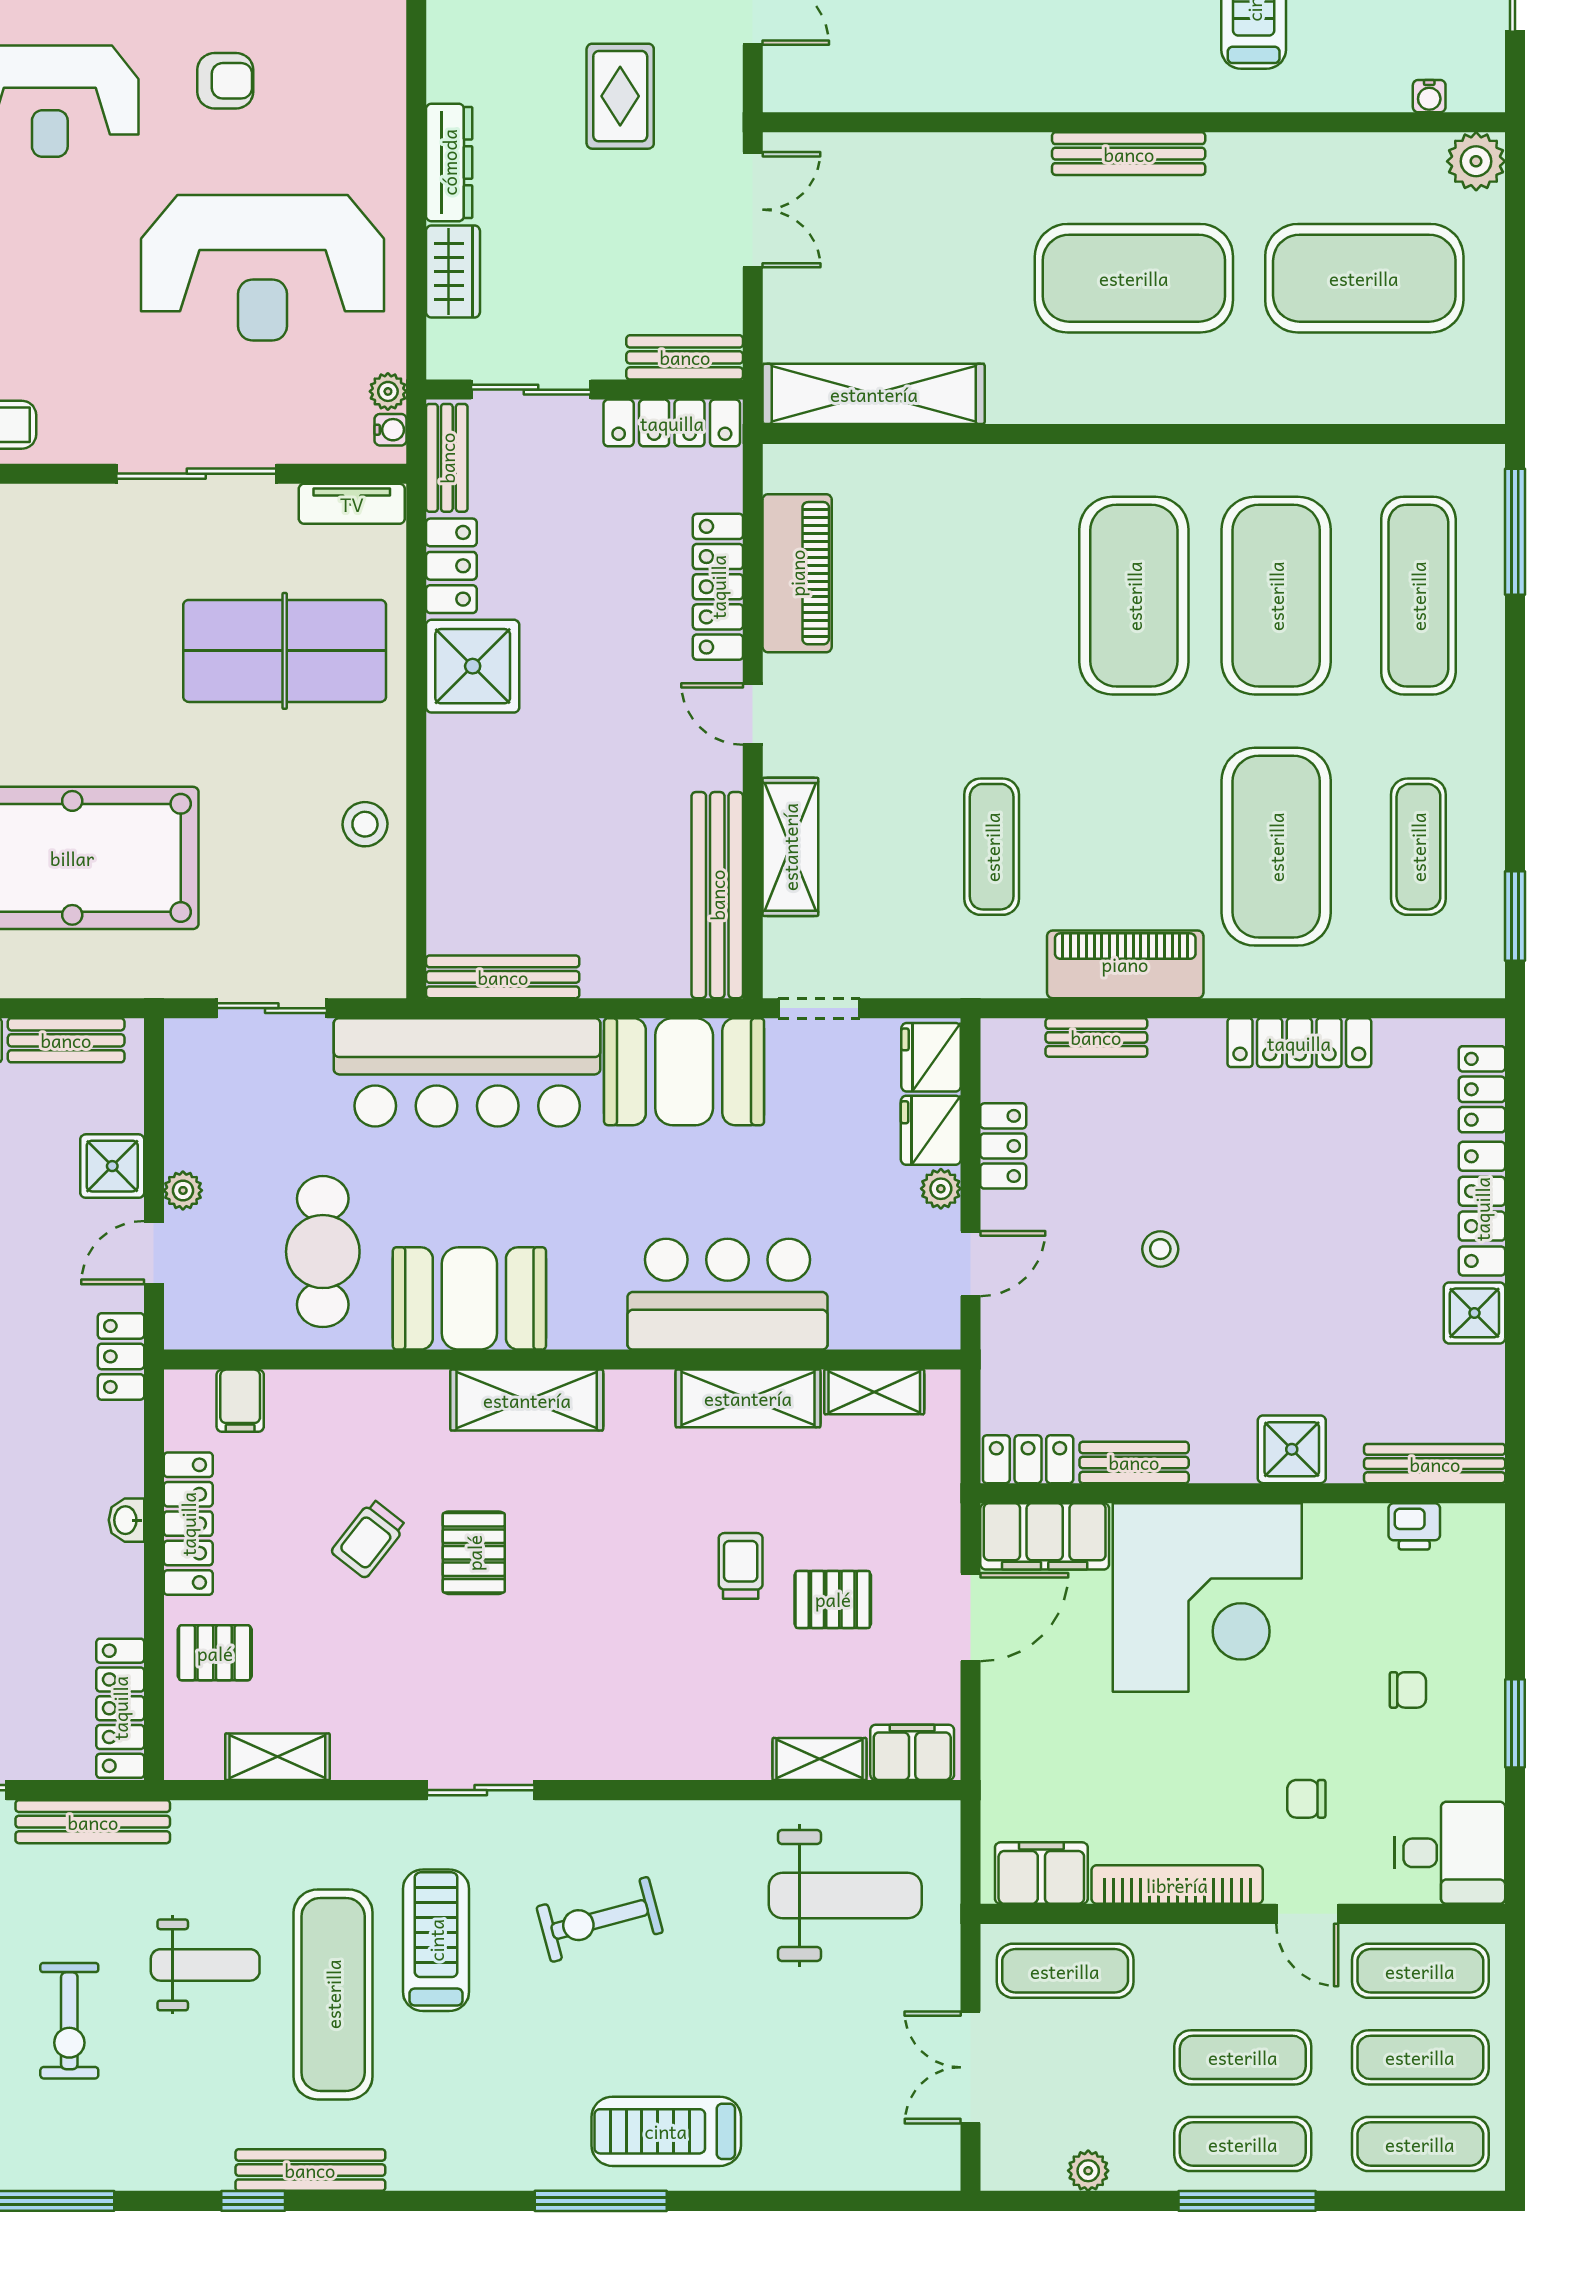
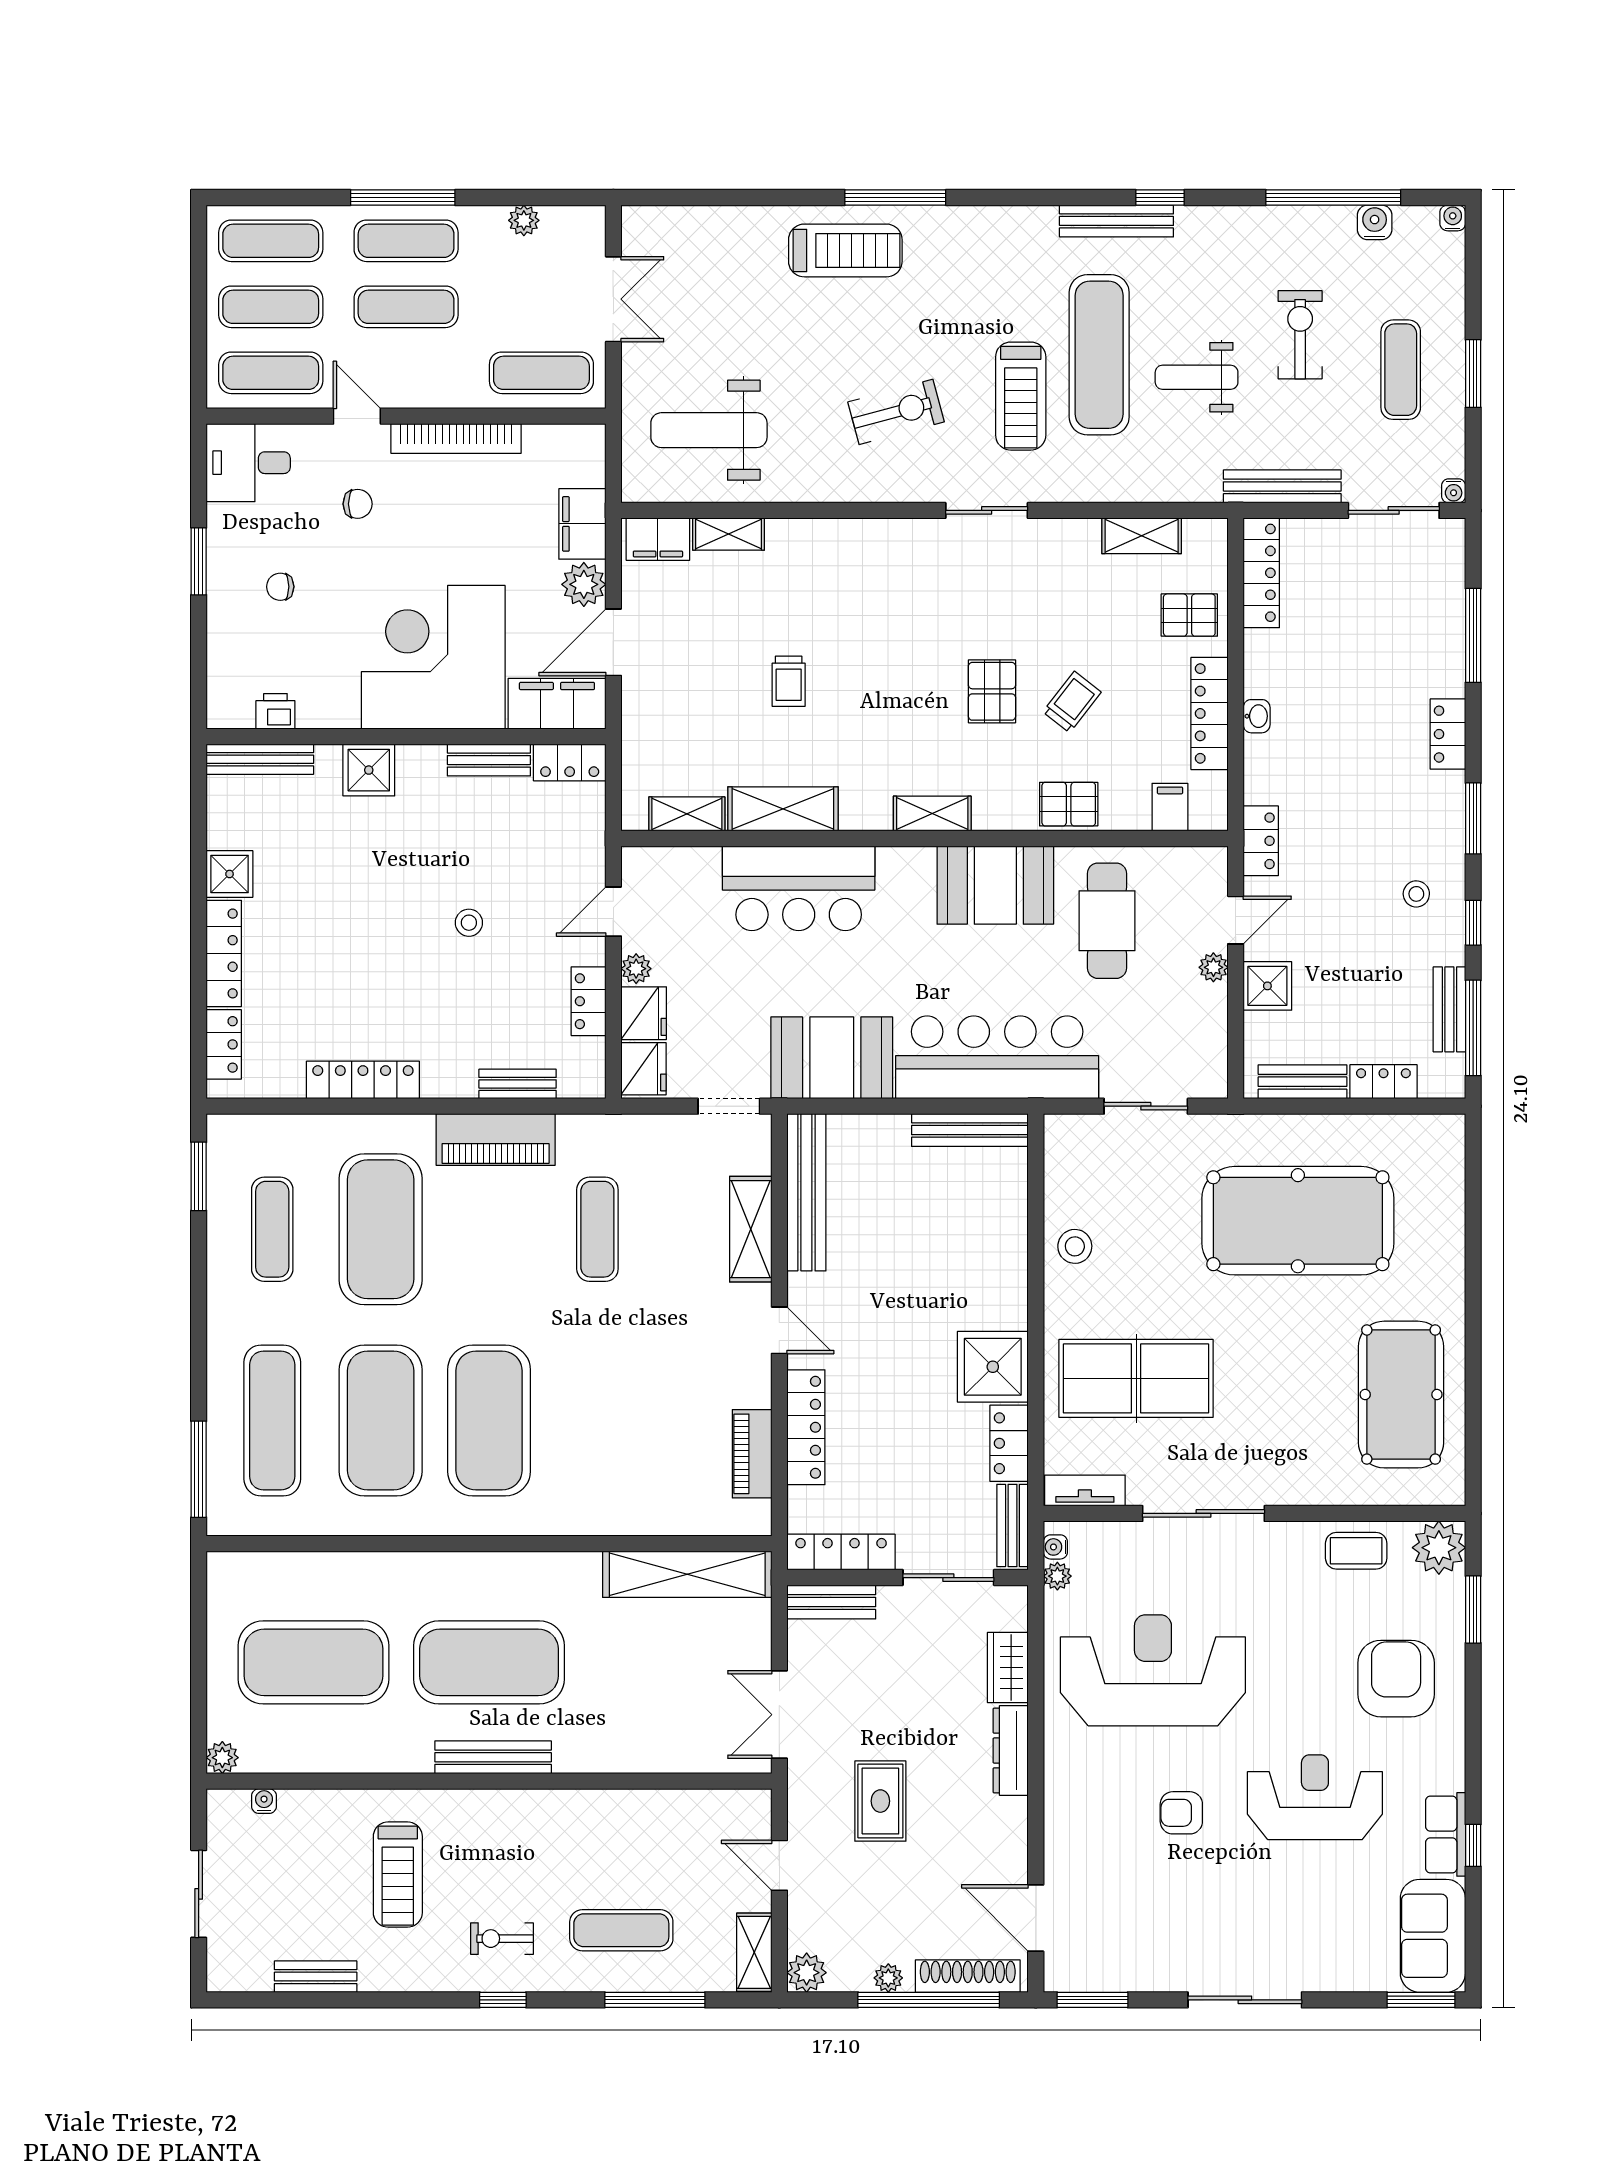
plant: (1476, 161) -> (222, 1758), width x0.73, depth x0.73
piano: (797, 573) -> (752, 1454), width x0.73, depth x0.75
shelving: (527, 1400) -> (932, 813), width x0.67, depth x0.75
pallet: (833, 1599) -> (1069, 804), moved
plant: (1010, 1693) -> (584, 584), added
filing cabinet: (1041, 1873) -> (582, 524), moved, turned 90

